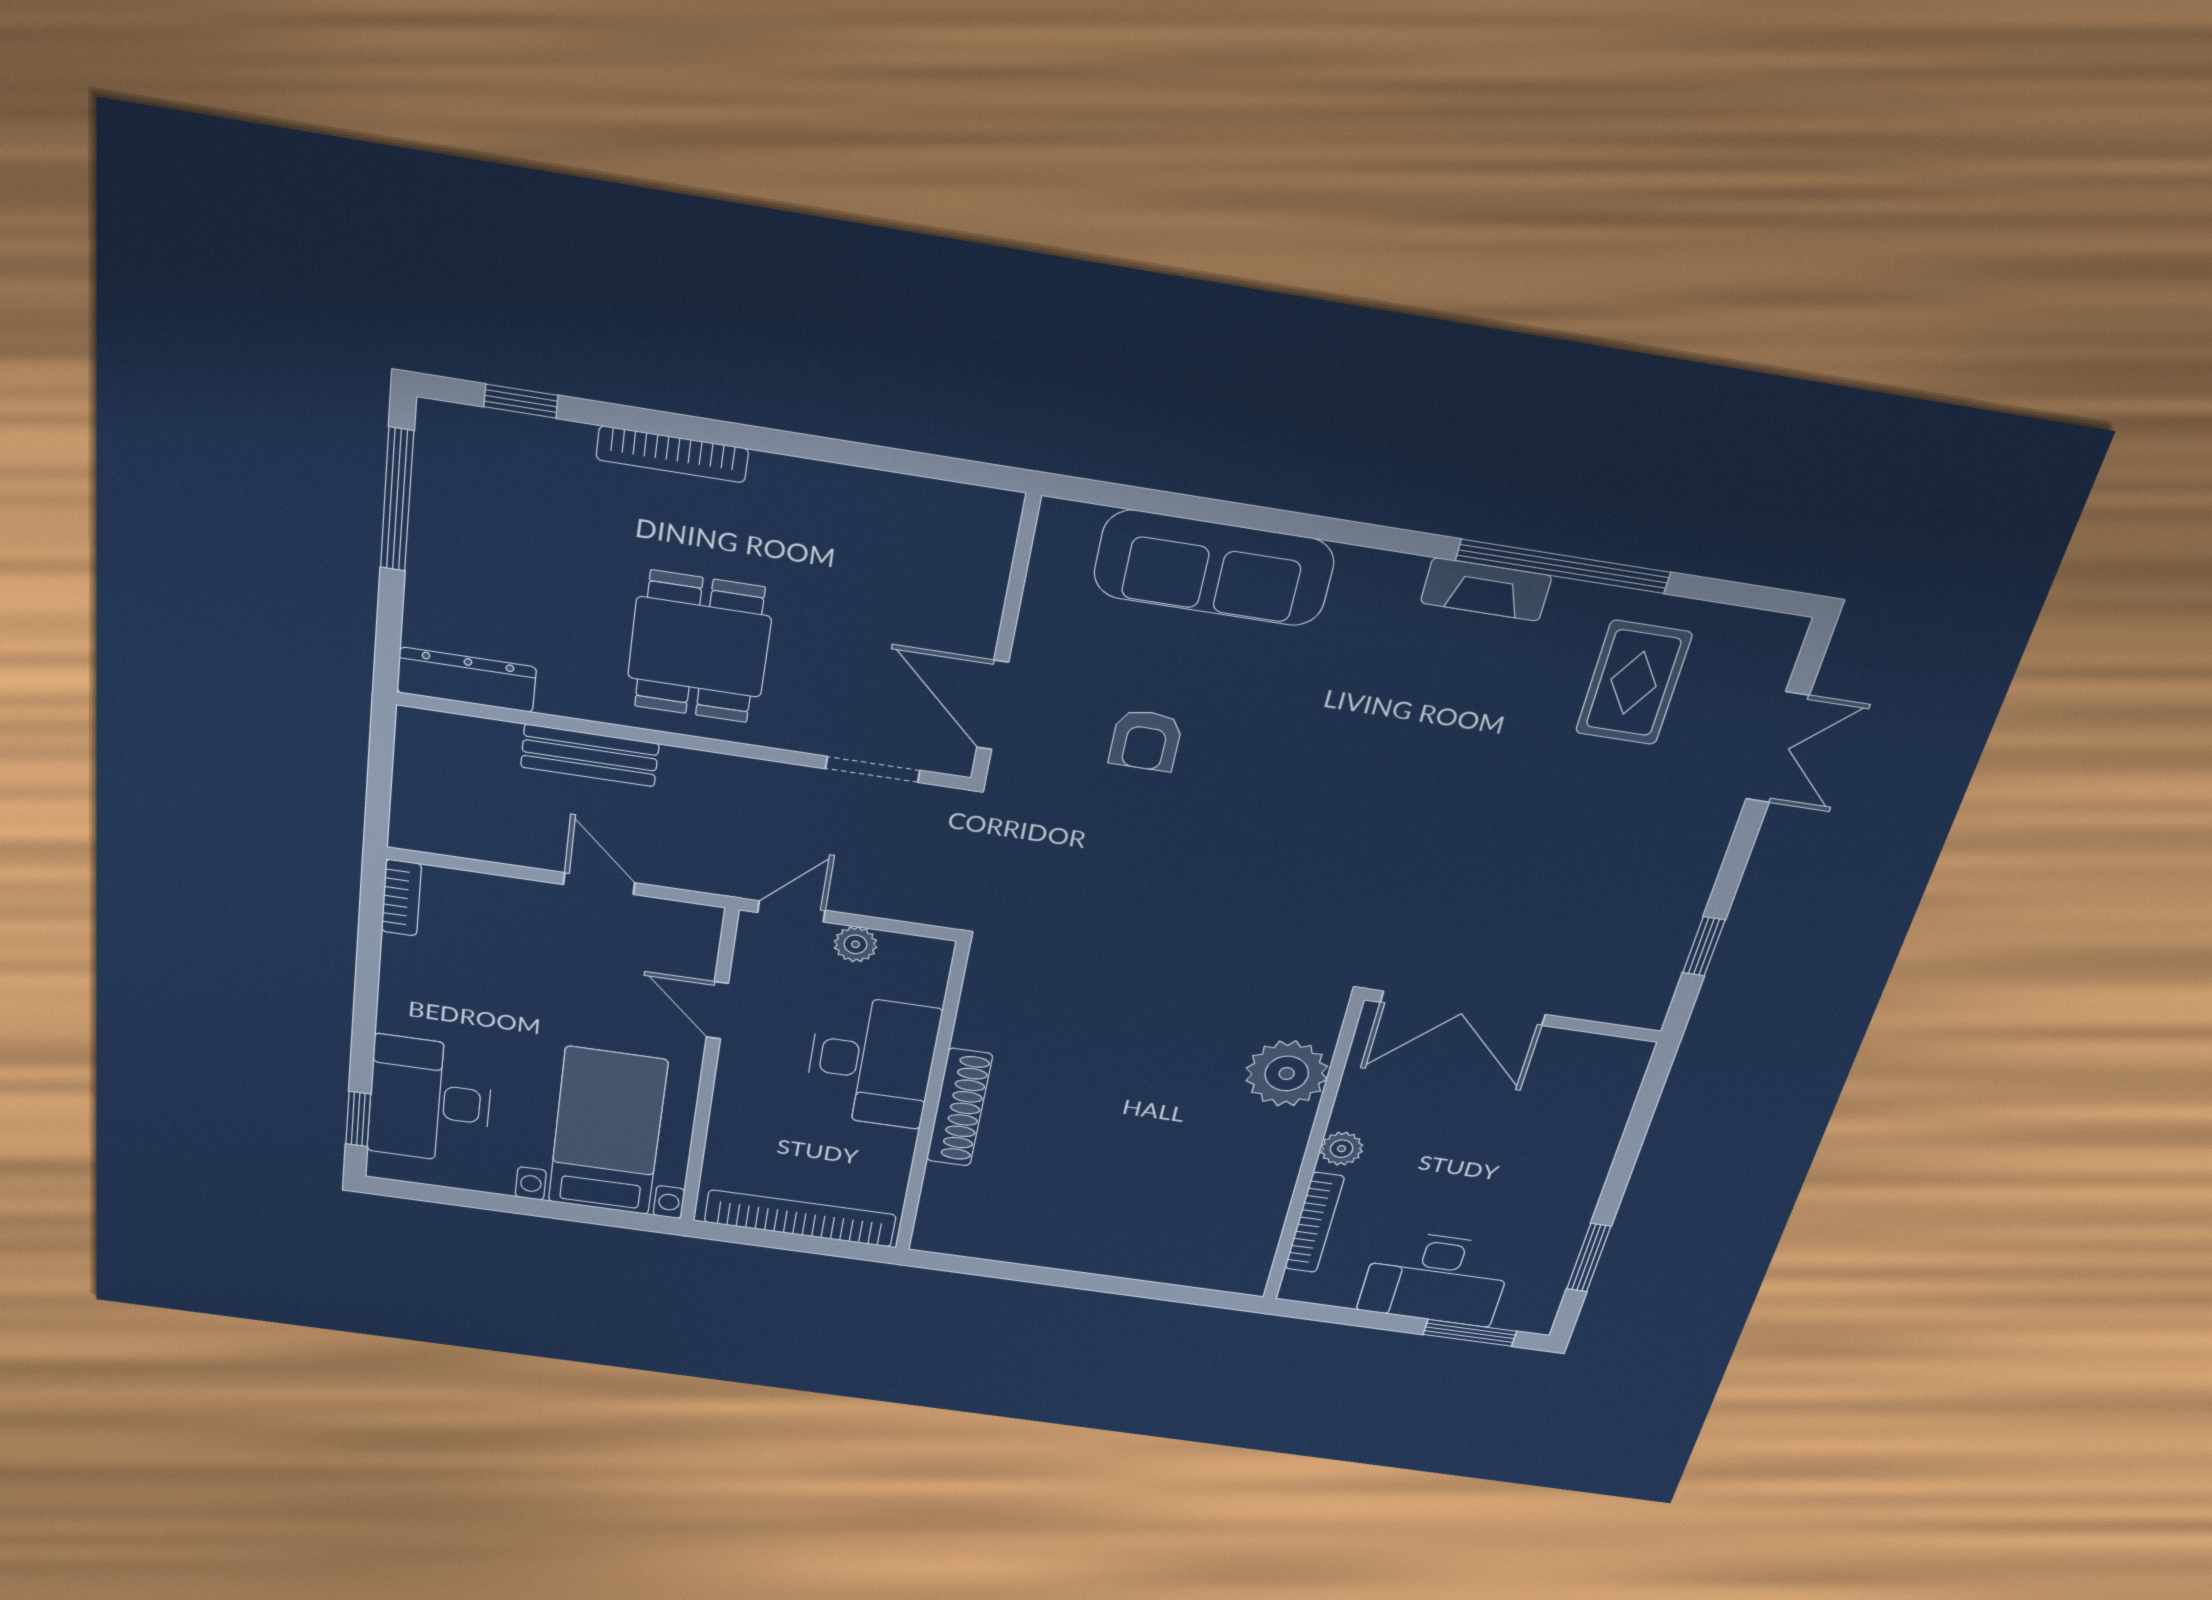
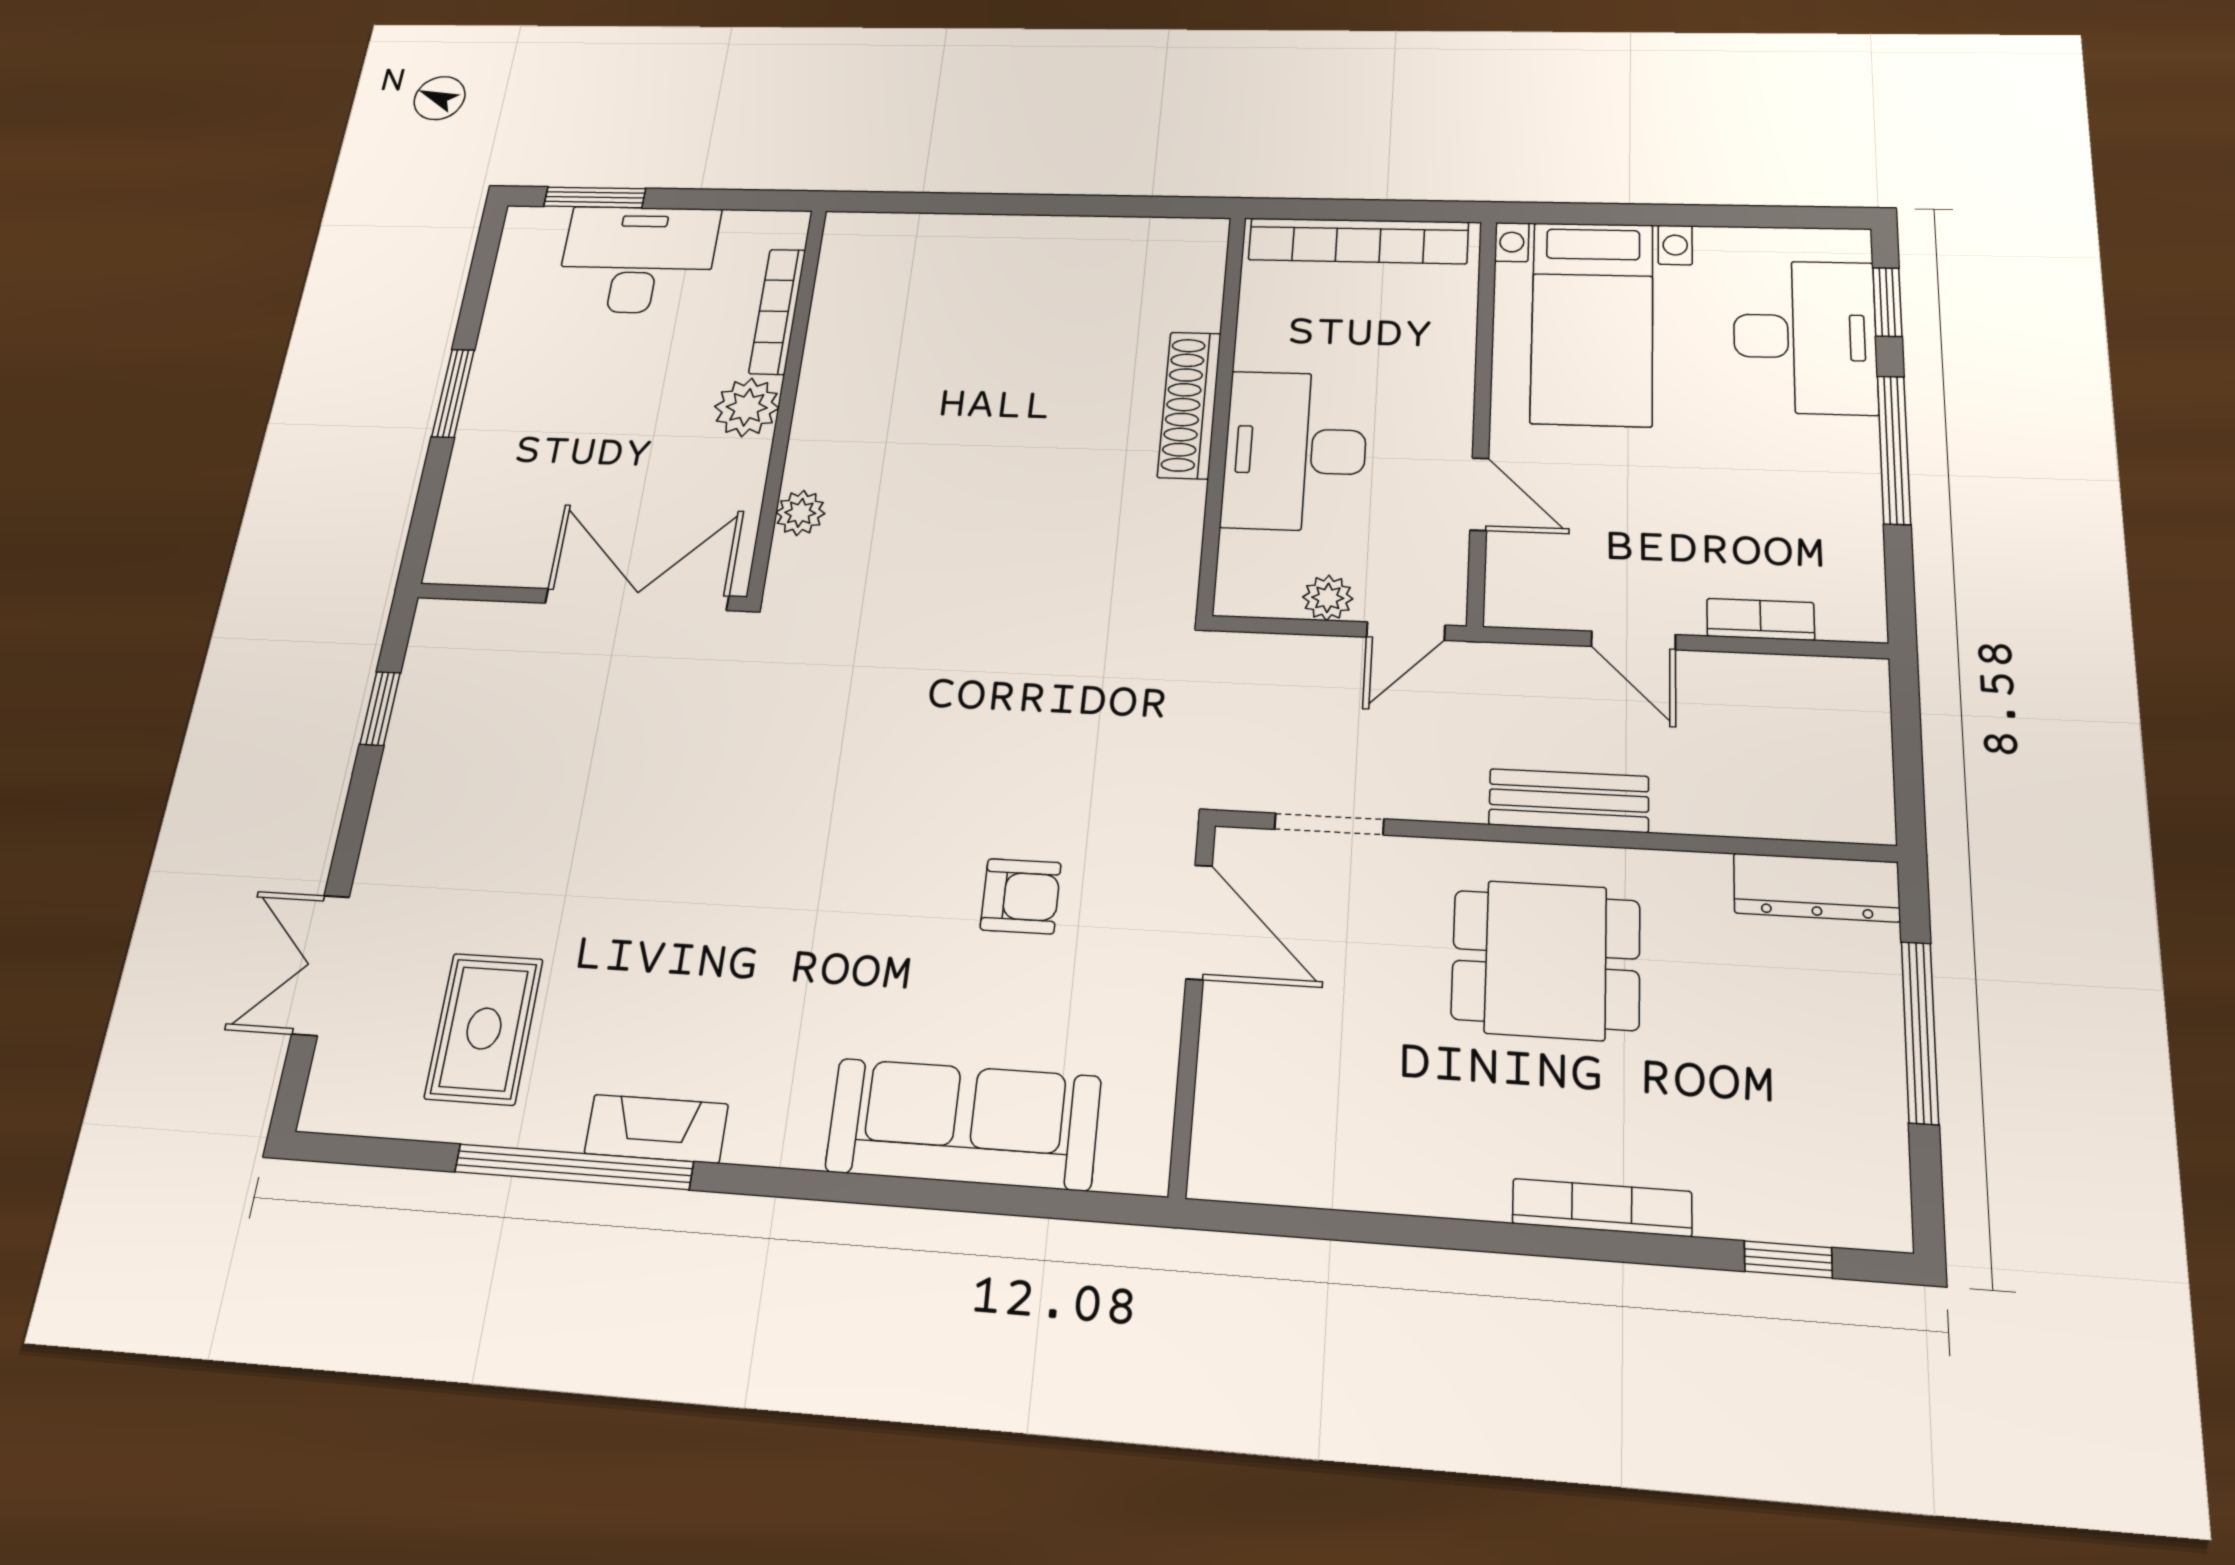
window: (397, 500) -> (1920, 1032), moved
dining table: (699, 647) -> (1546, 960), turned 90
armchair: (1146, 740) -> (1021, 896), turned 90
bench: (590, 755) -> (1569, 801), moved
bookcase: (401, 898) -> (1761, 619), moved, turned 90
window: (365, 1006) -> (1894, 450), added
plant: (1287, 1074) -> (800, 513), width x0.53, depth x0.53
plant: (1342, 1149) -> (747, 407), width x1.38, depth x1.38
window: (1589, 1258) -> (453, 393), moved

